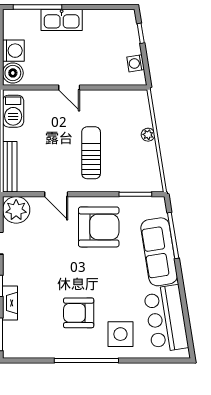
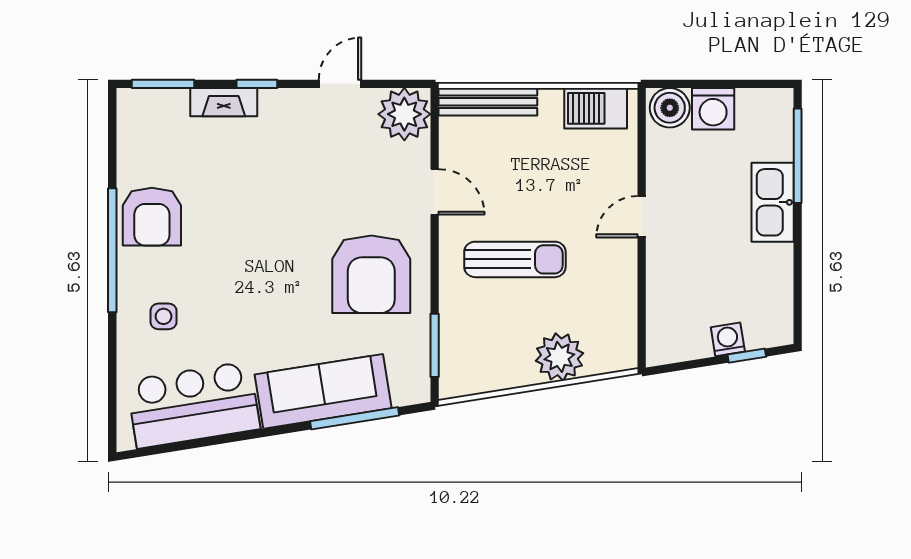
washing machine: (136, 63) -> (728, 339), moved
plant: (148, 135) -> (559, 357), width x1.88, depth x1.88
door: (56, 194) -> (435, 192), swing flipped
armchair: (79, 313) -> (152, 217), moved, turned 180
side table: (120, 334) -> (164, 316), width x0.54, depth x0.54

